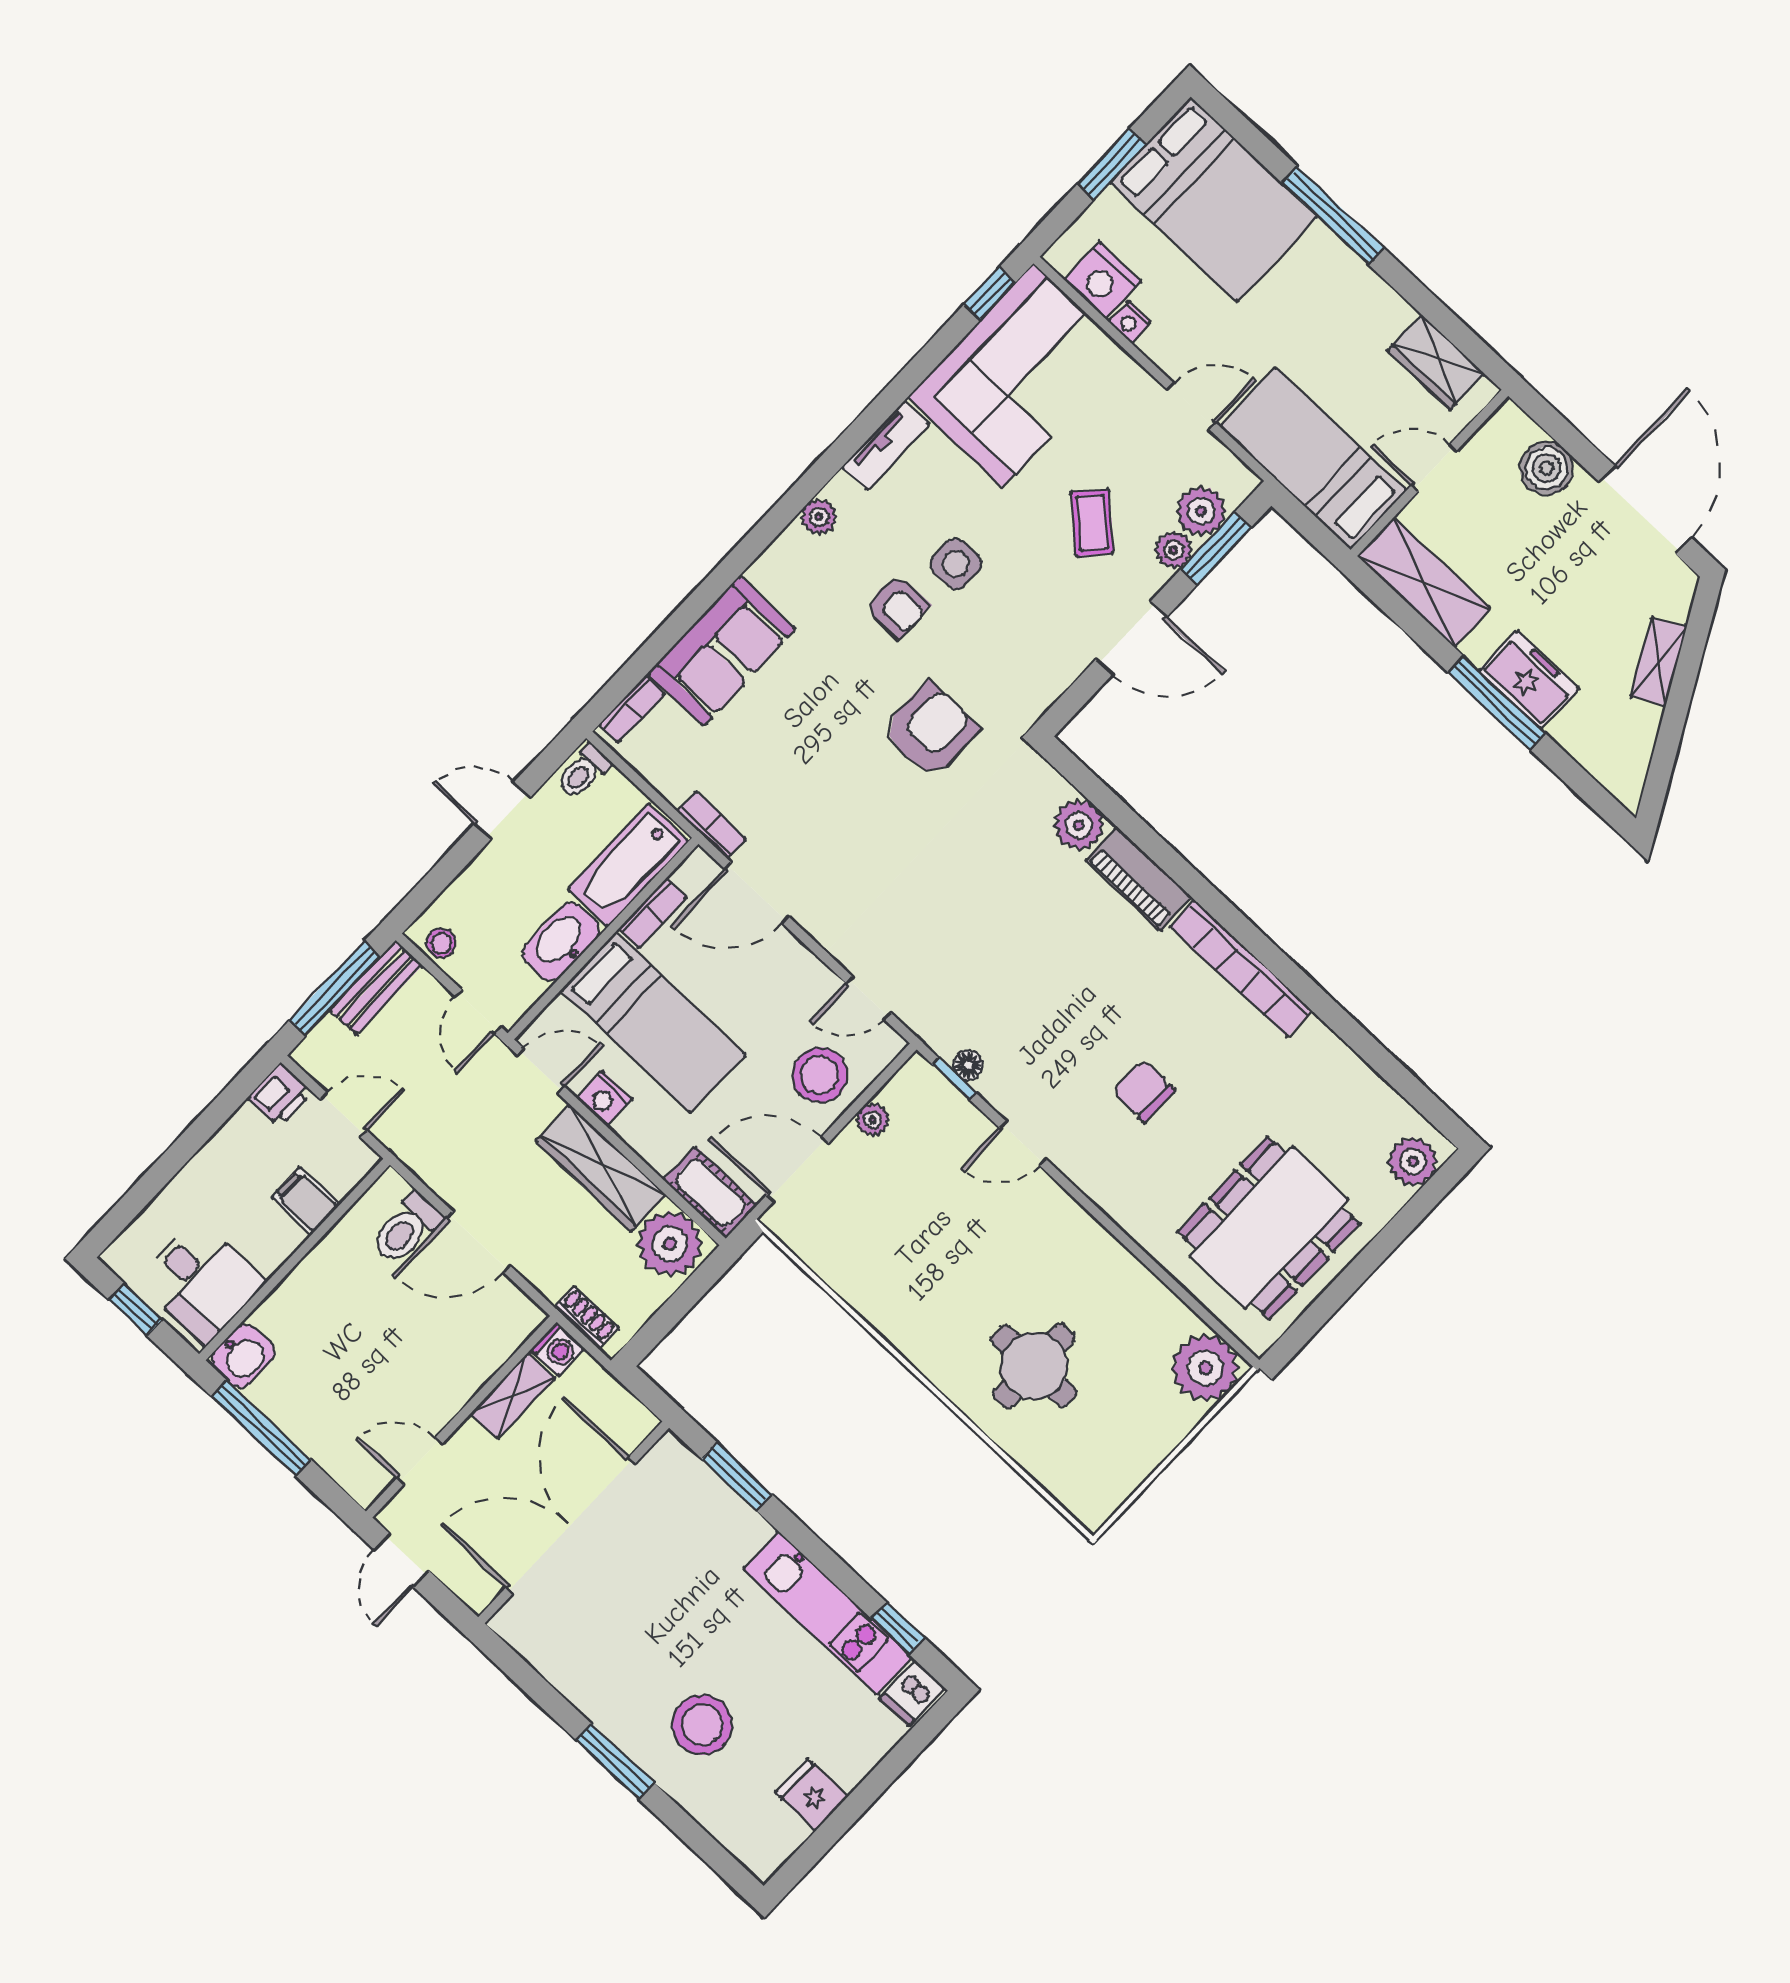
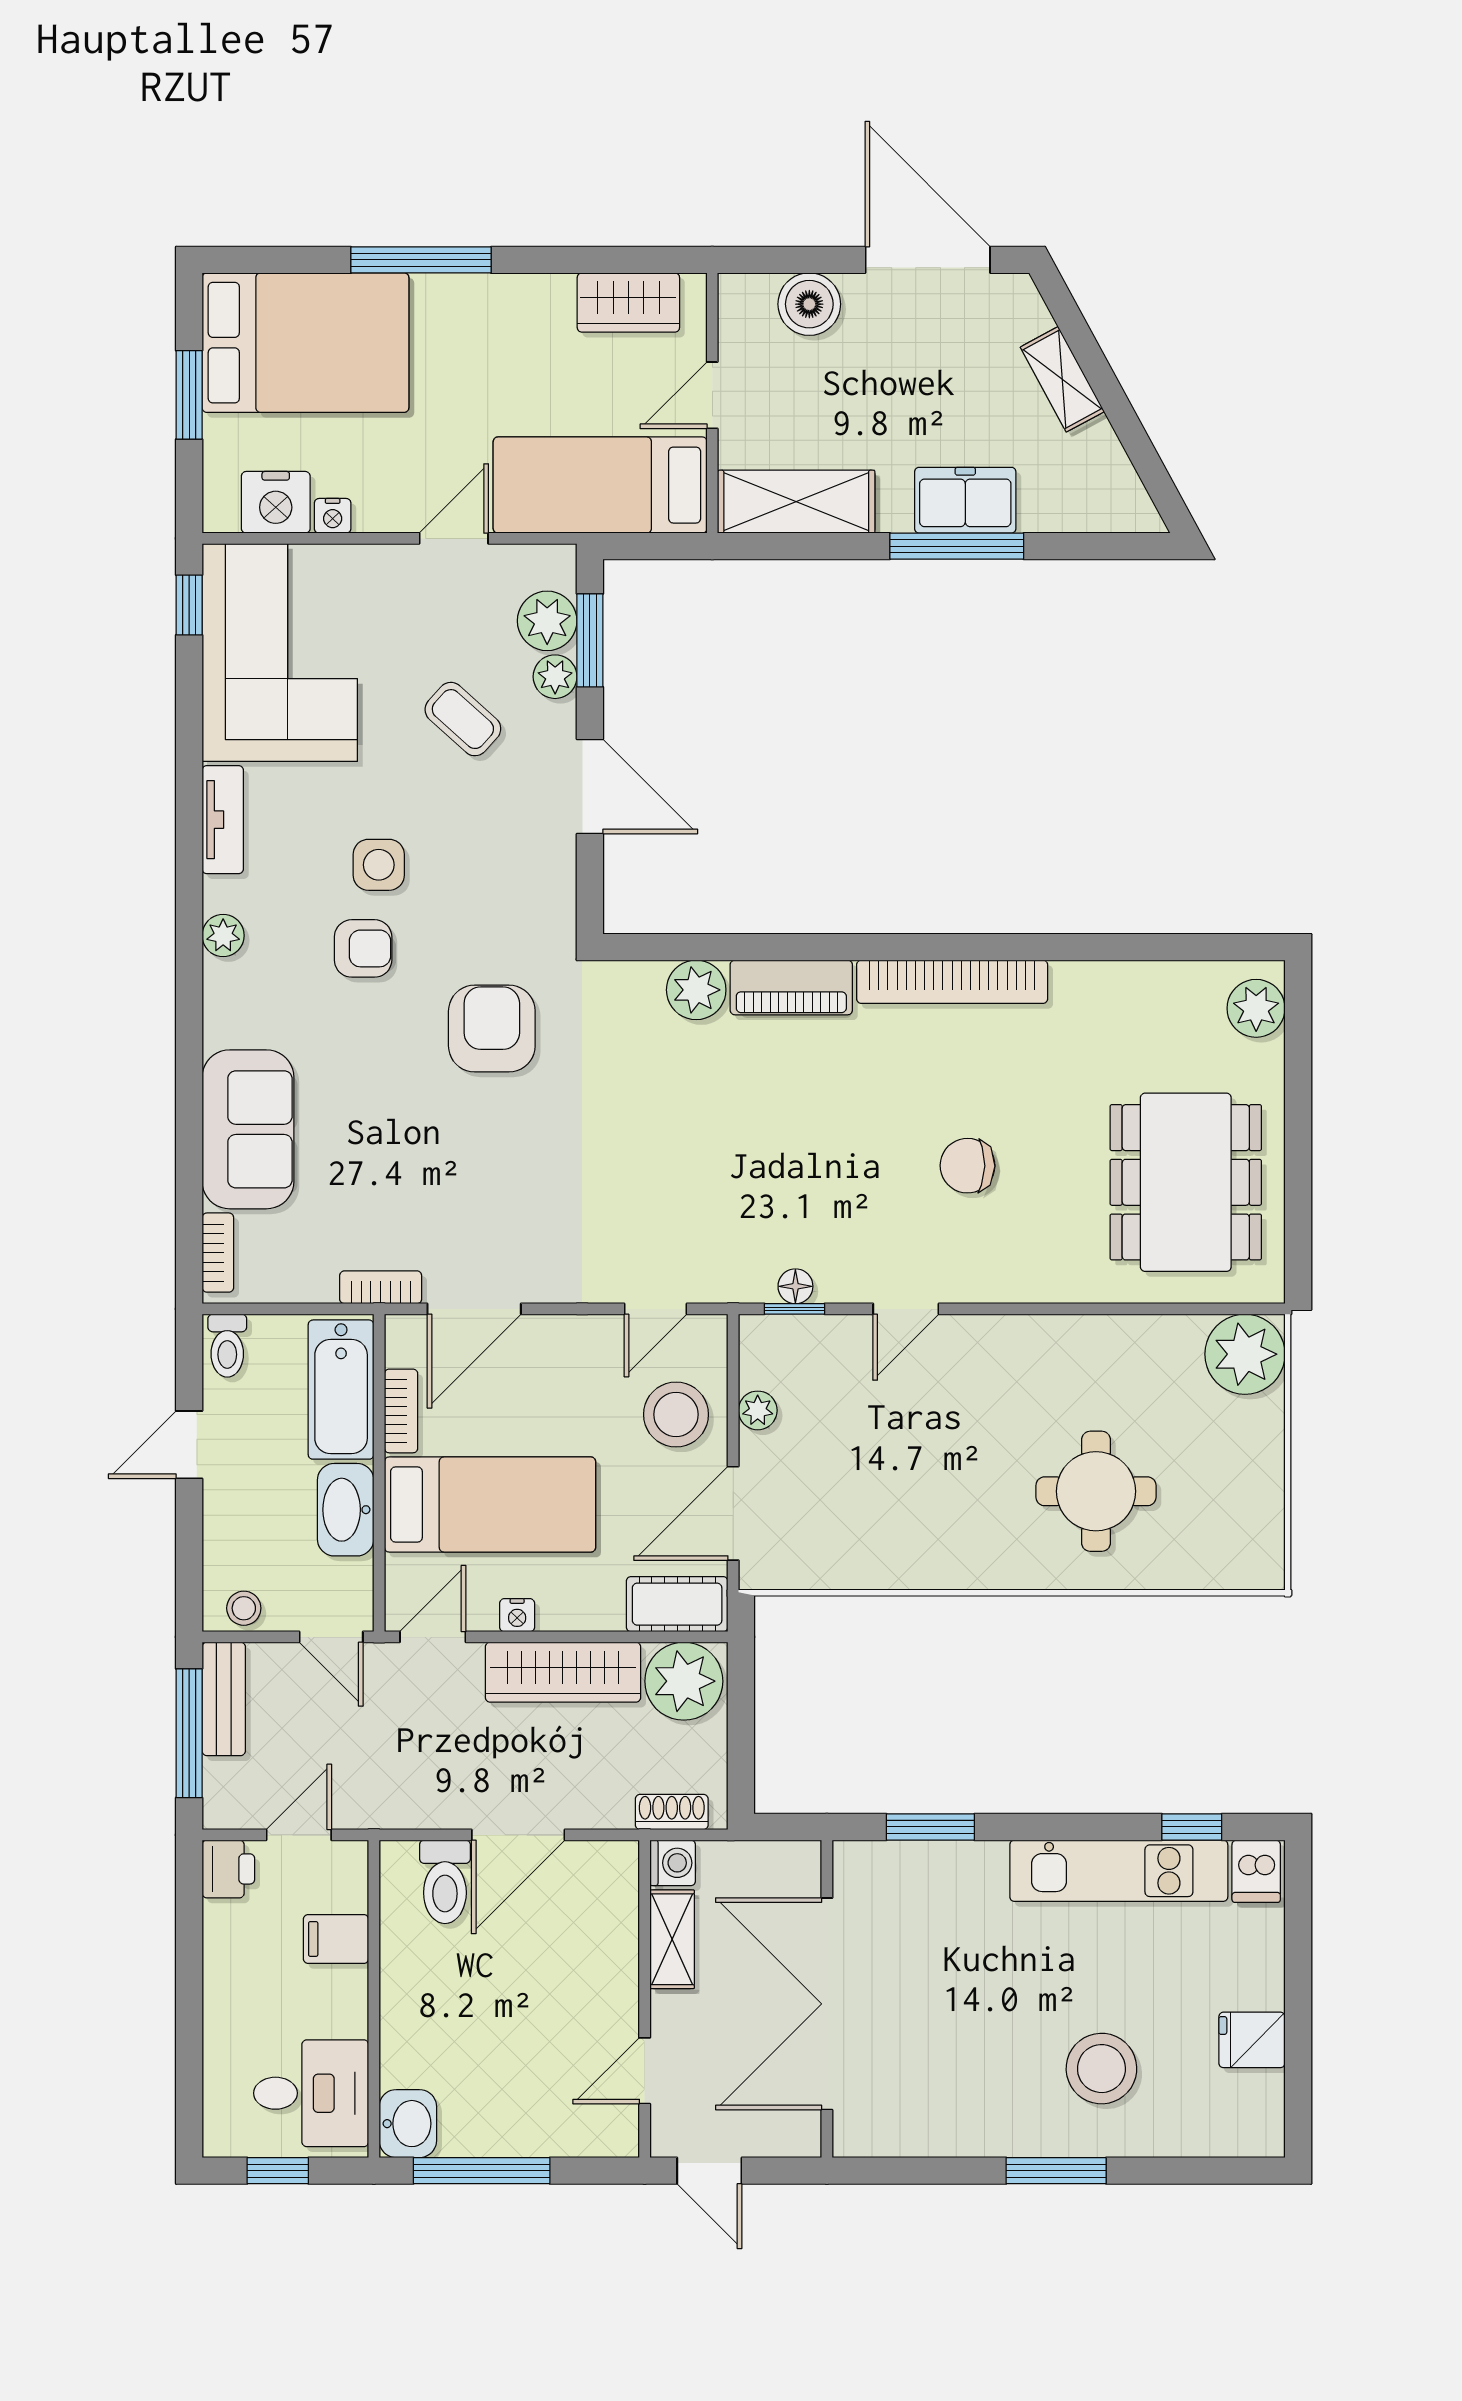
door: (1131, 638) -> (590, 786), hinge flipped
nightstand: (605, 1099) -> (517, 1615), width x0.72, depth x0.74

